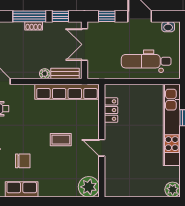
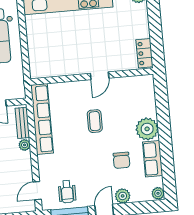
locker: (111, 110) -> (144, 53), moved, turned -90
chair: (23, 161) -> (122, 160), turned 180
plant: (89, 187) -> (147, 129), moved

